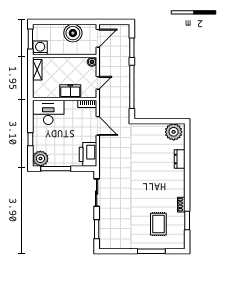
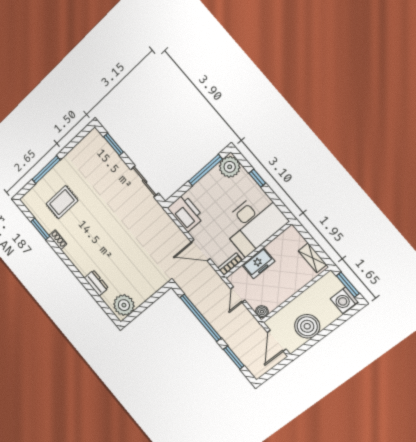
washing machine: (40, 48) -> (344, 300), moved, turned 90
desk: (48, 112) -> (253, 223), width x1.36, depth x1.30
rug: (158, 224) -> (62, 202), turned 90

